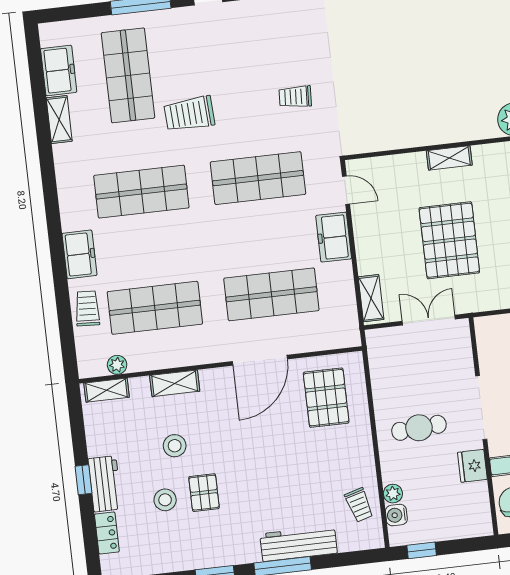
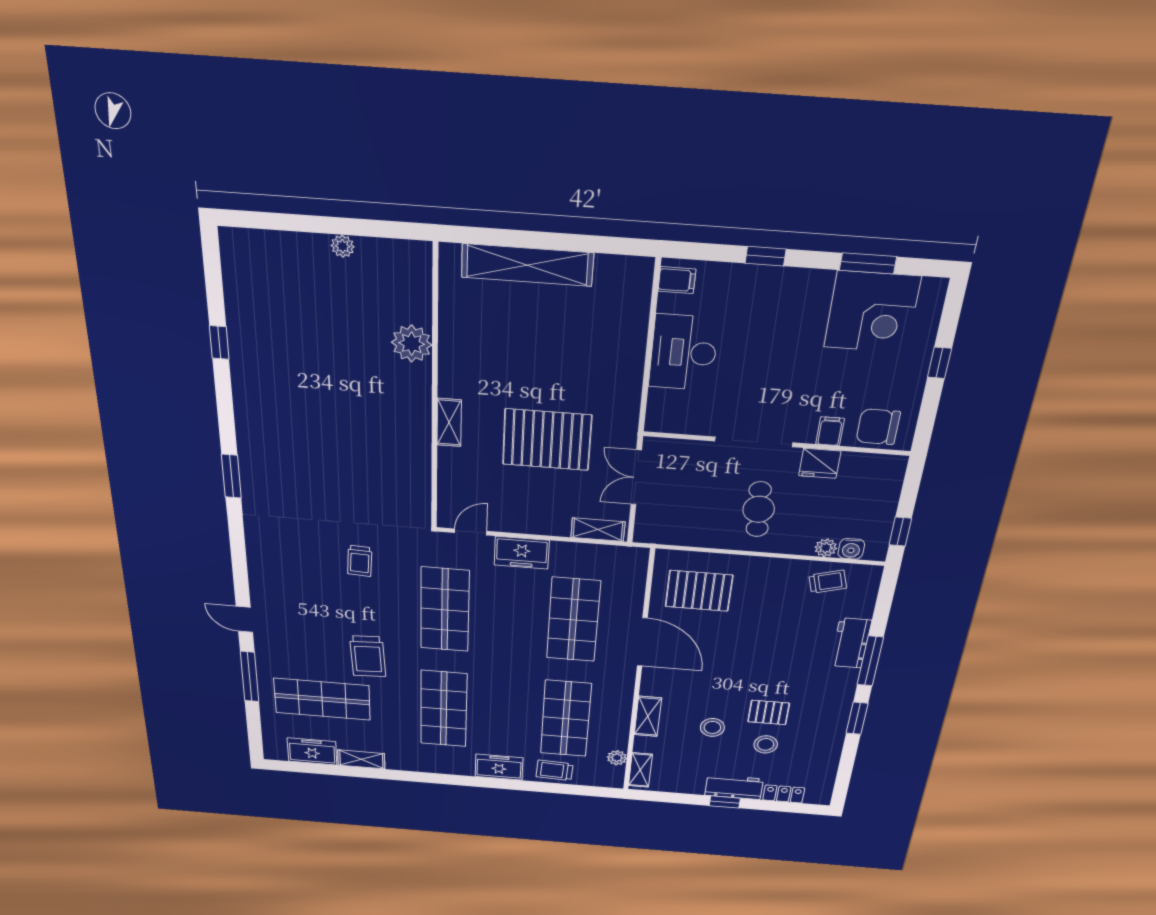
workbench: (299, 544) -> (851, 643), width x0.73

